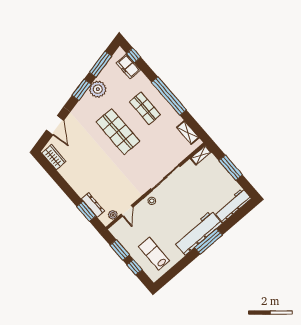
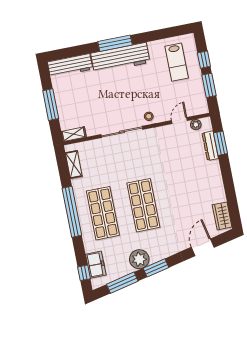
shop shelf: (145, 108) -> (103, 213), width x1.43, depth x1.36

